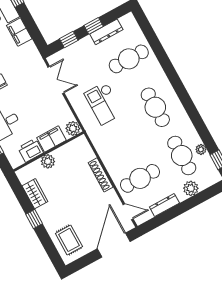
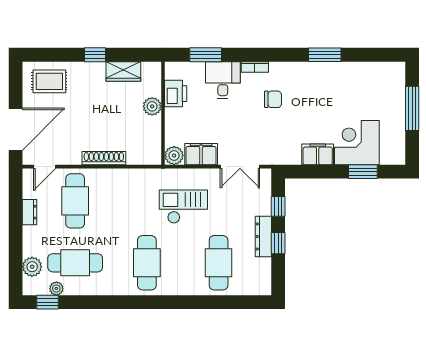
dresser: (106, 32) -> (263, 237), moved
cafe table: (155, 107) -> (147, 263), turned 90
filing cabinet: (51, 139) -> (201, 154), moved, turned -90
plant: (201, 149) -> (56, 288), moved
plant: (191, 188) -> (32, 267), moved
dresser: (164, 205) -> (30, 212), width x0.70
door: (114, 245) -> (16, 129), hinge flipped

